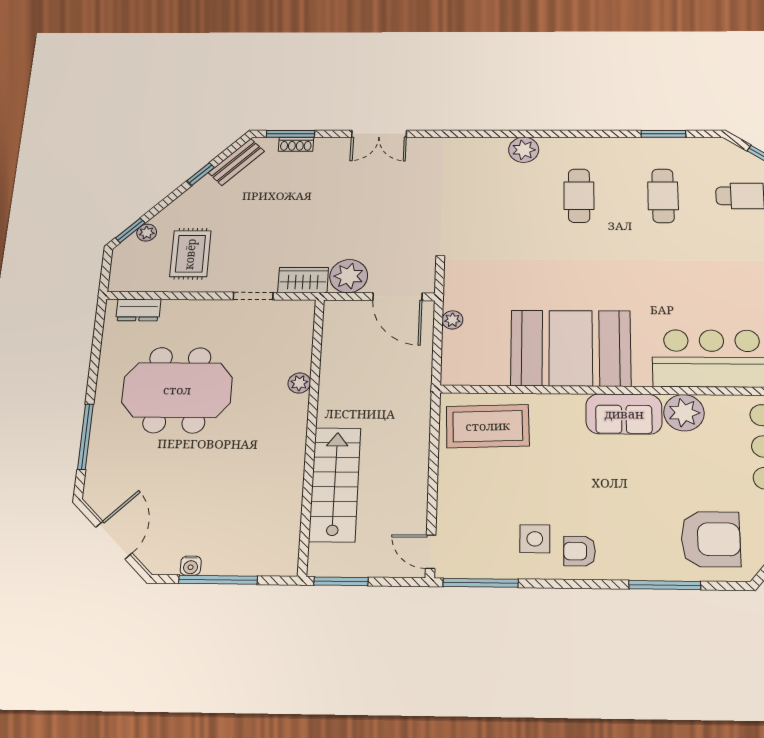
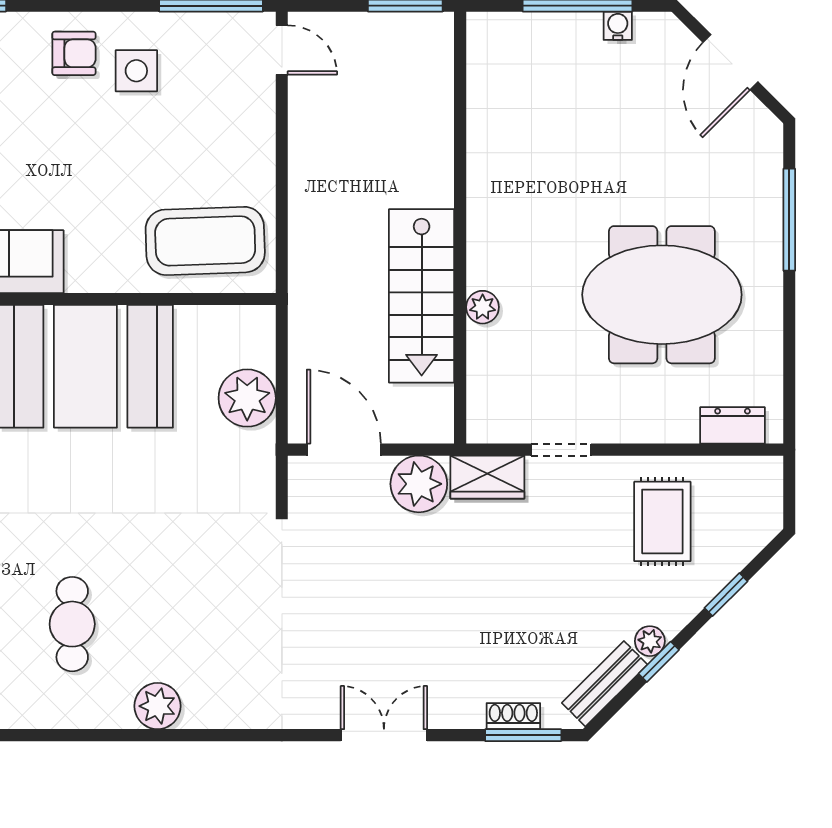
window: (130, 230) -> (726, 595), moved
plant: (147, 233) -> (650, 641), moved
plant: (452, 320) -> (247, 398), width x1.87, depth x1.87
stairs: (335, 484) -> (422, 296), moved

